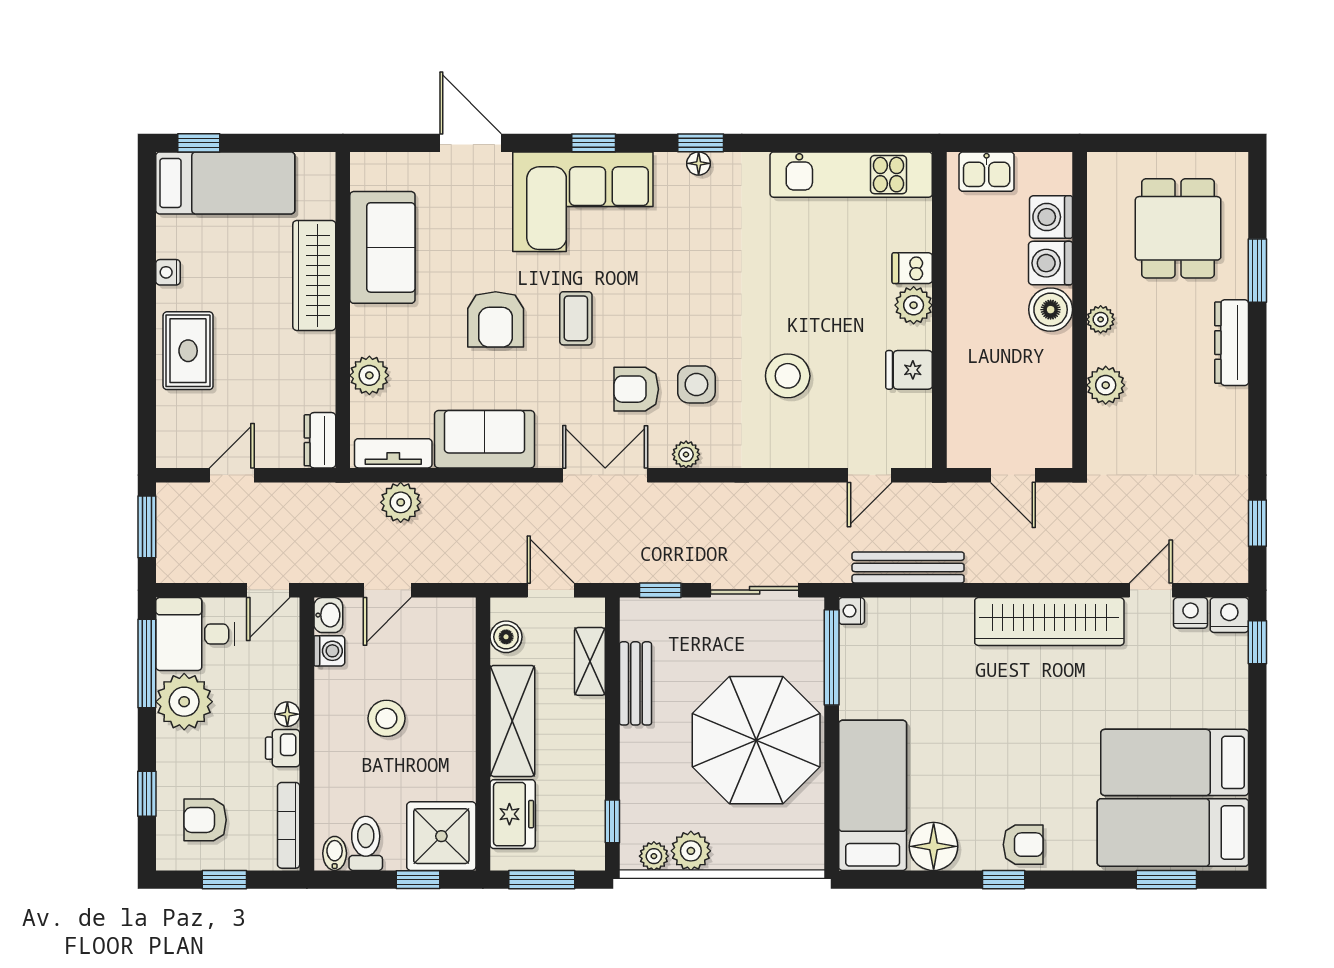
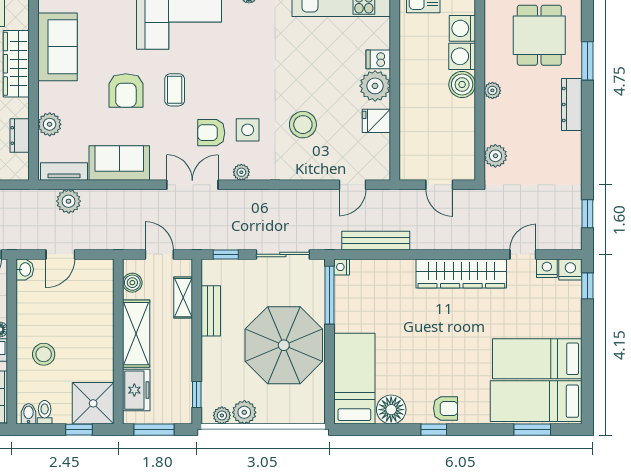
plant: (914, 305) -> (375, 86), width x1.36, depth x1.36
plant: (1106, 385) -> (495, 156), moved
dresser: (320, 440) -> (20, 135), moved
washing machine: (329, 651) -> (25, 291), removed
stool: (386, 718) -> (44, 354), moved
toilet: (366, 843) -> (45, 412), width x0.73, depth x0.72

